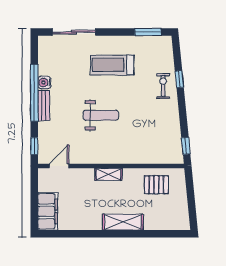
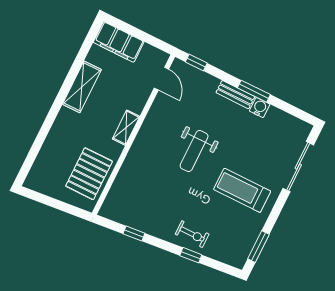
treadmill: (112, 65) -> (242, 190), turned -90
window: (34, 93) -> (254, 91), width x0.47
window: (186, 146) -> (134, 234), moved
pallet: (156, 185) -> (89, 174), width x1.50, depth x1.42
shelving: (123, 222) -> (82, 87), moved

